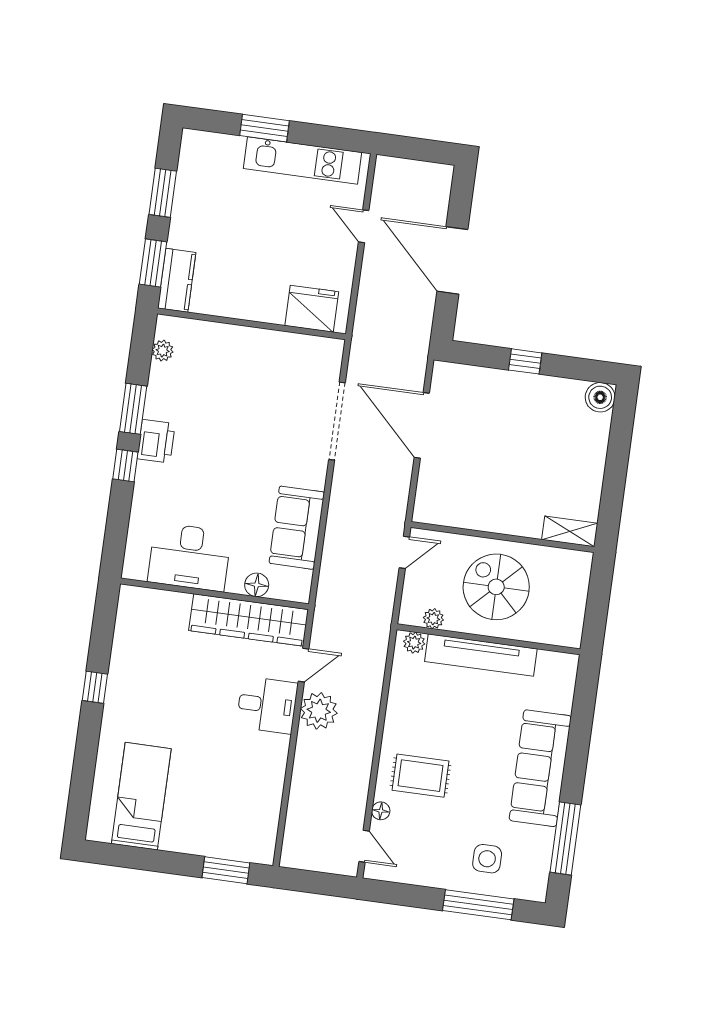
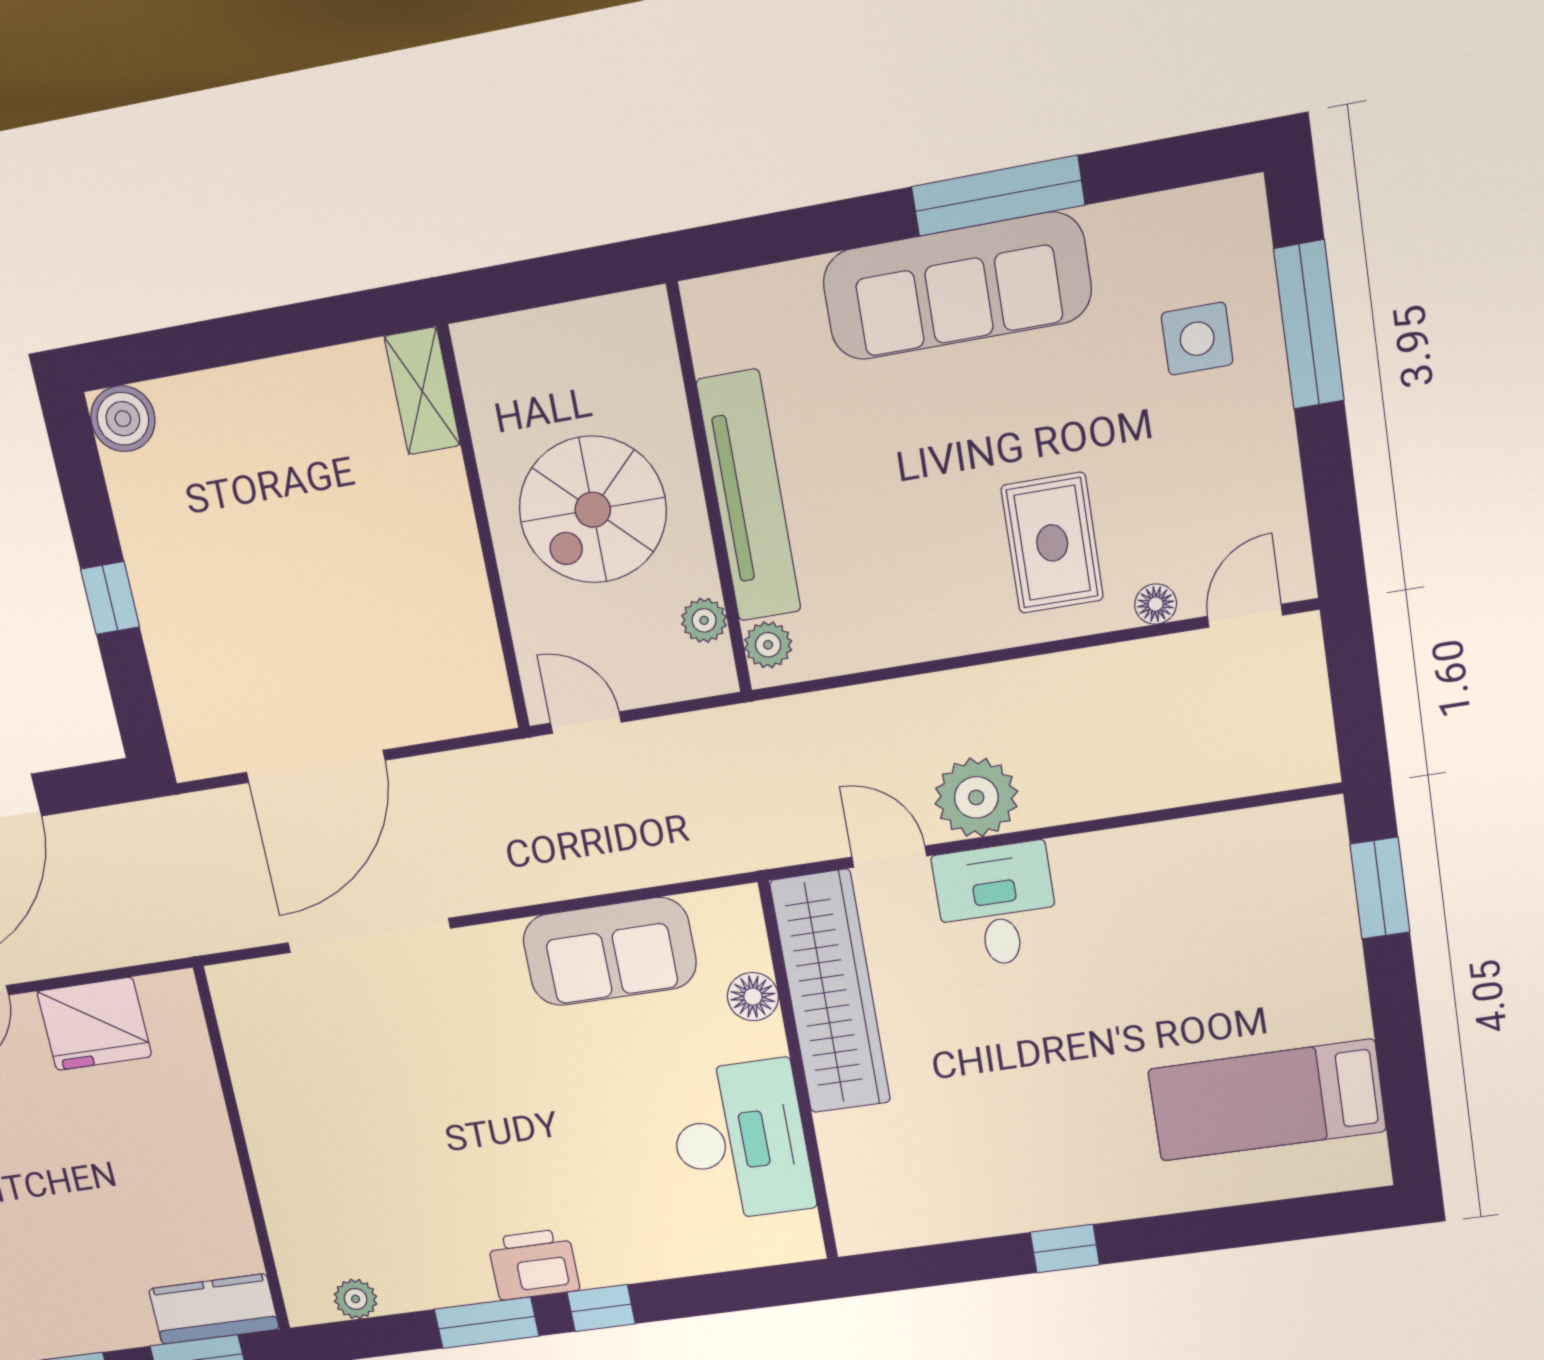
fridge: (312, 309) -> (94, 1024), moved, turned -90
window: (565, 839) -> (998, 196), moved

